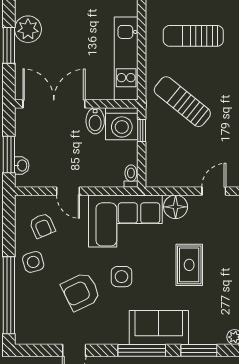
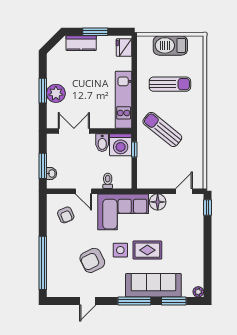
plant: (28, 29) -> (56, 93), moved
sun lounger: (193, 36) -> (170, 84), turned 180
double door: (54, 104) -> (74, 131), width x0.73
toilet: (131, 176) -> (108, 181), moved
side table: (33, 262) -> (59, 240), removed
rug: (189, 265) -> (147, 250), moved, turned 90
sofa: (159, 328) -> (153, 285), width x1.36

